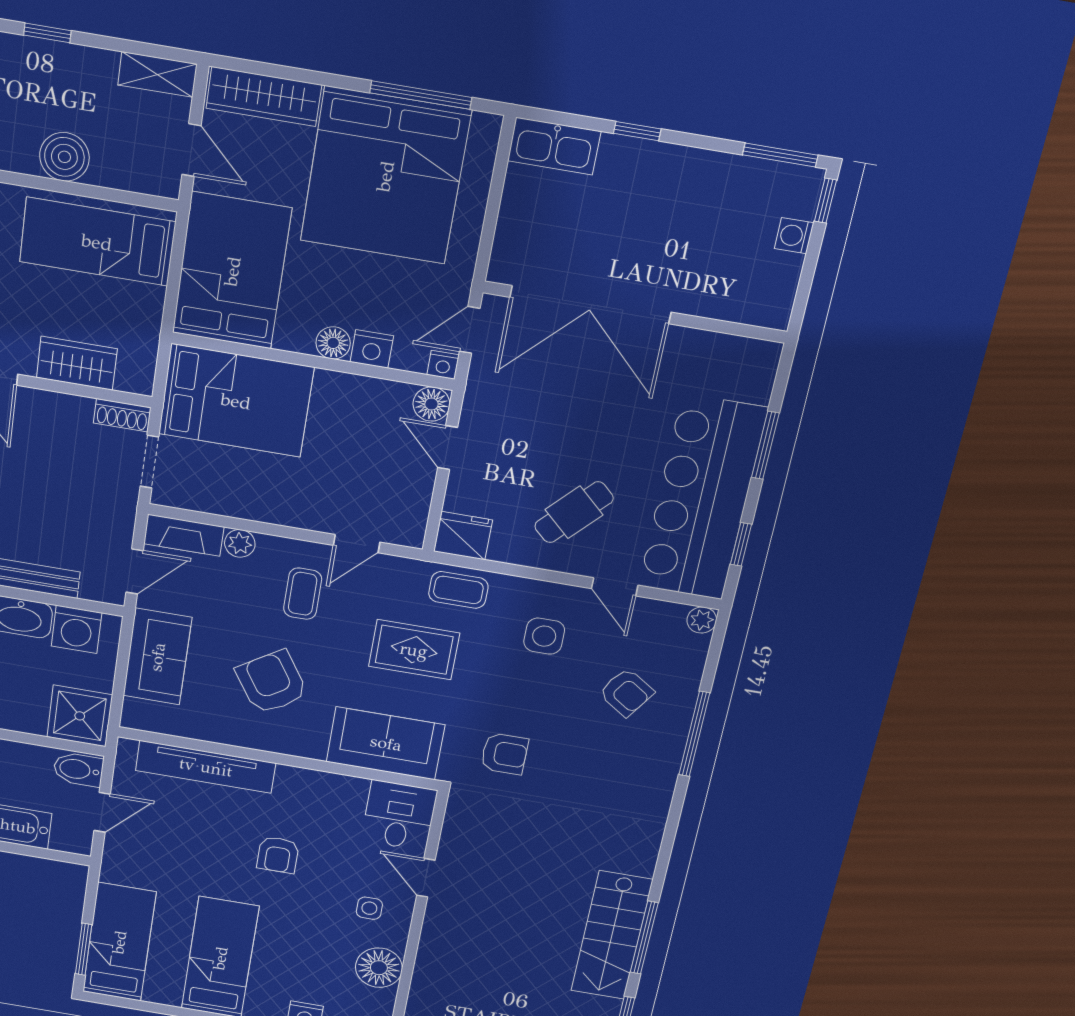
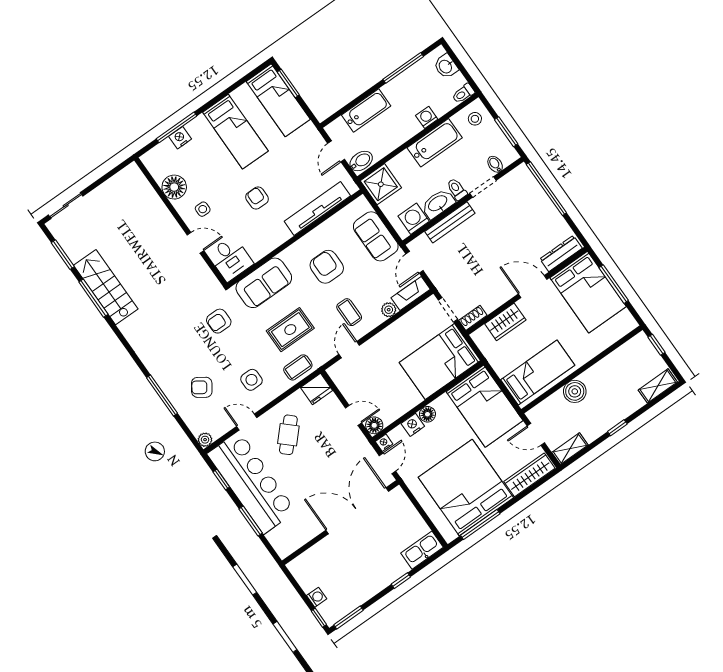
armchair: (272, 682) -> (327, 267), turned -147

